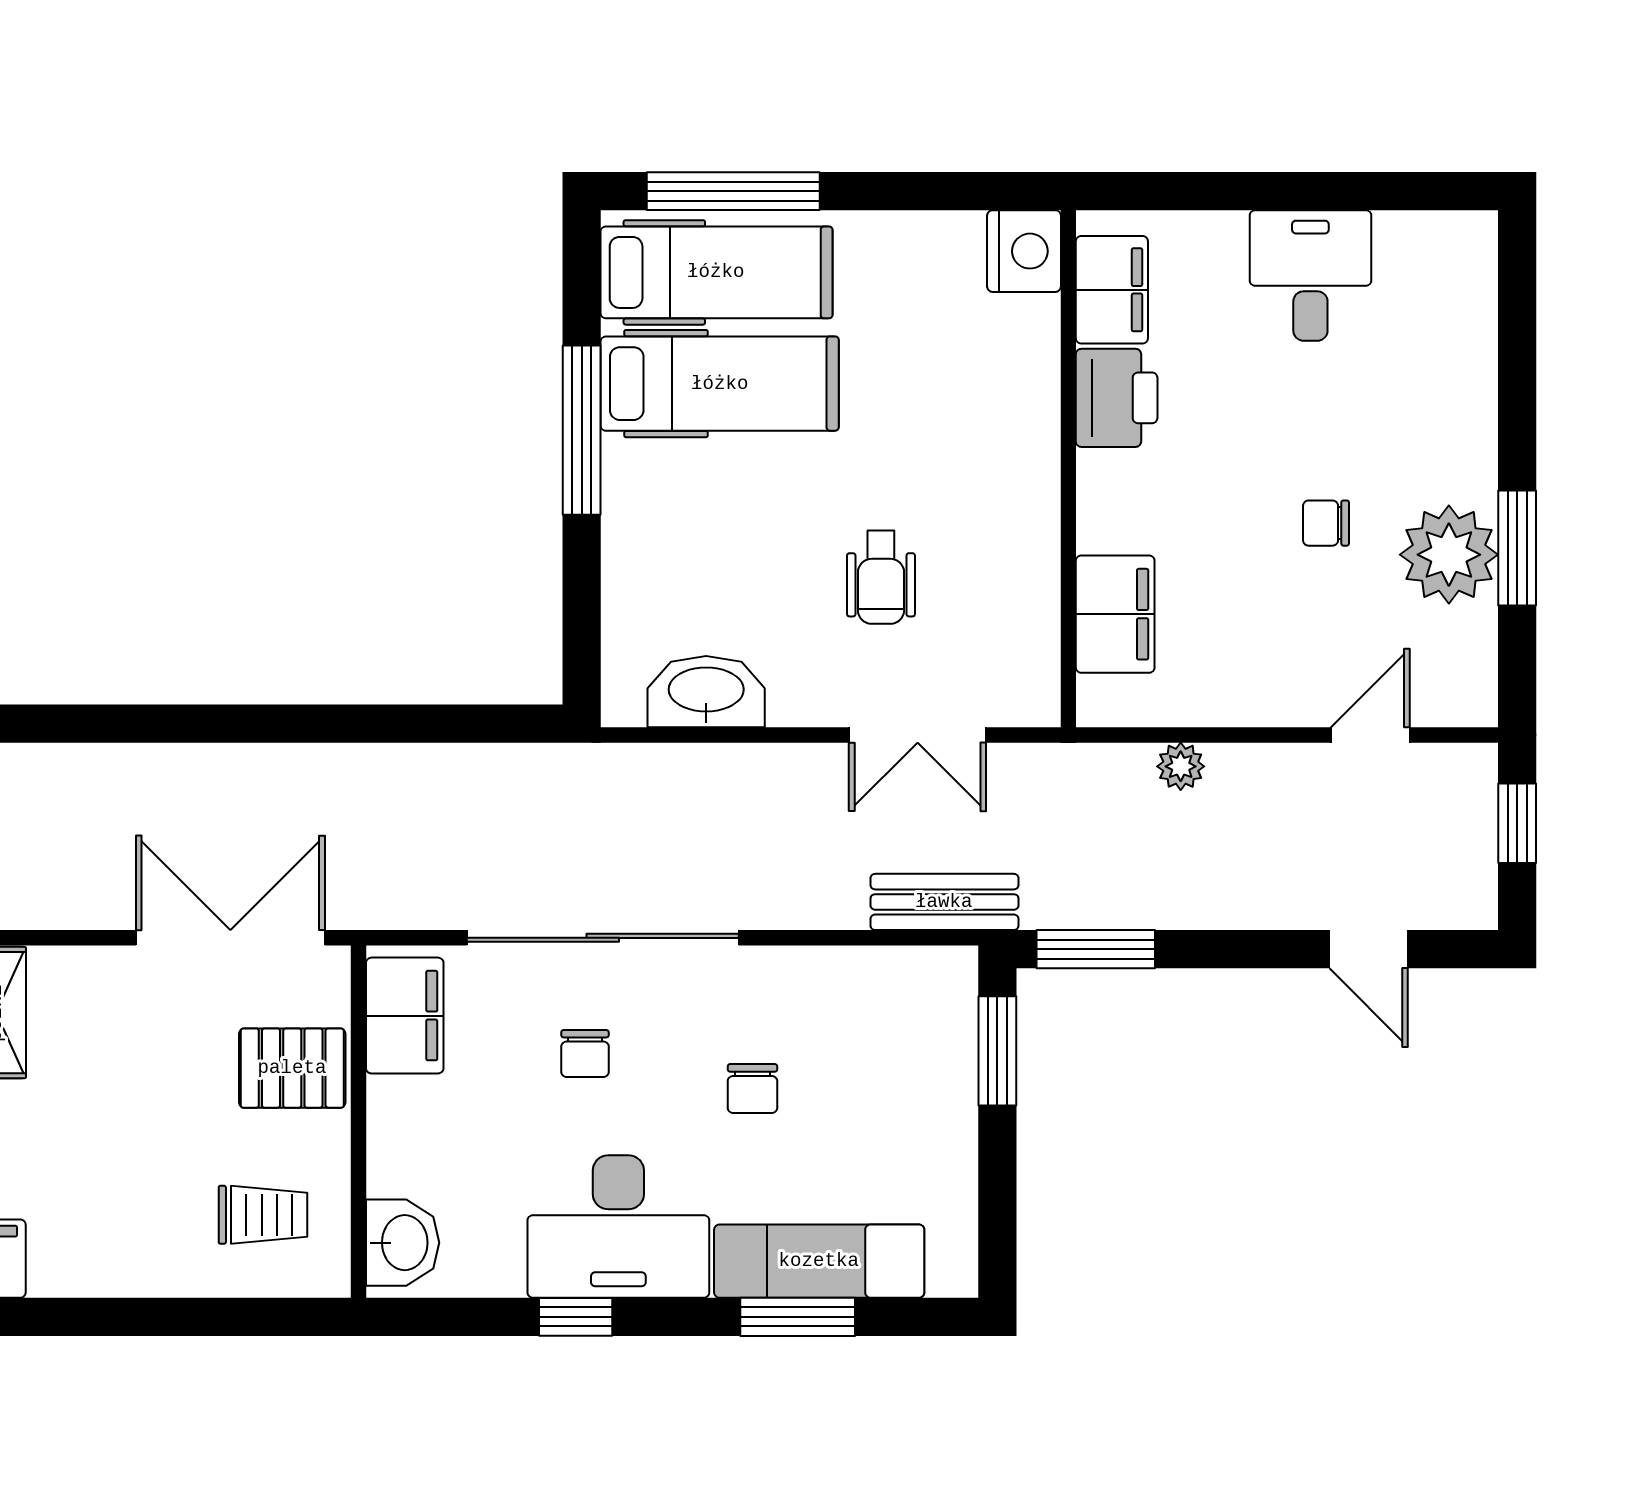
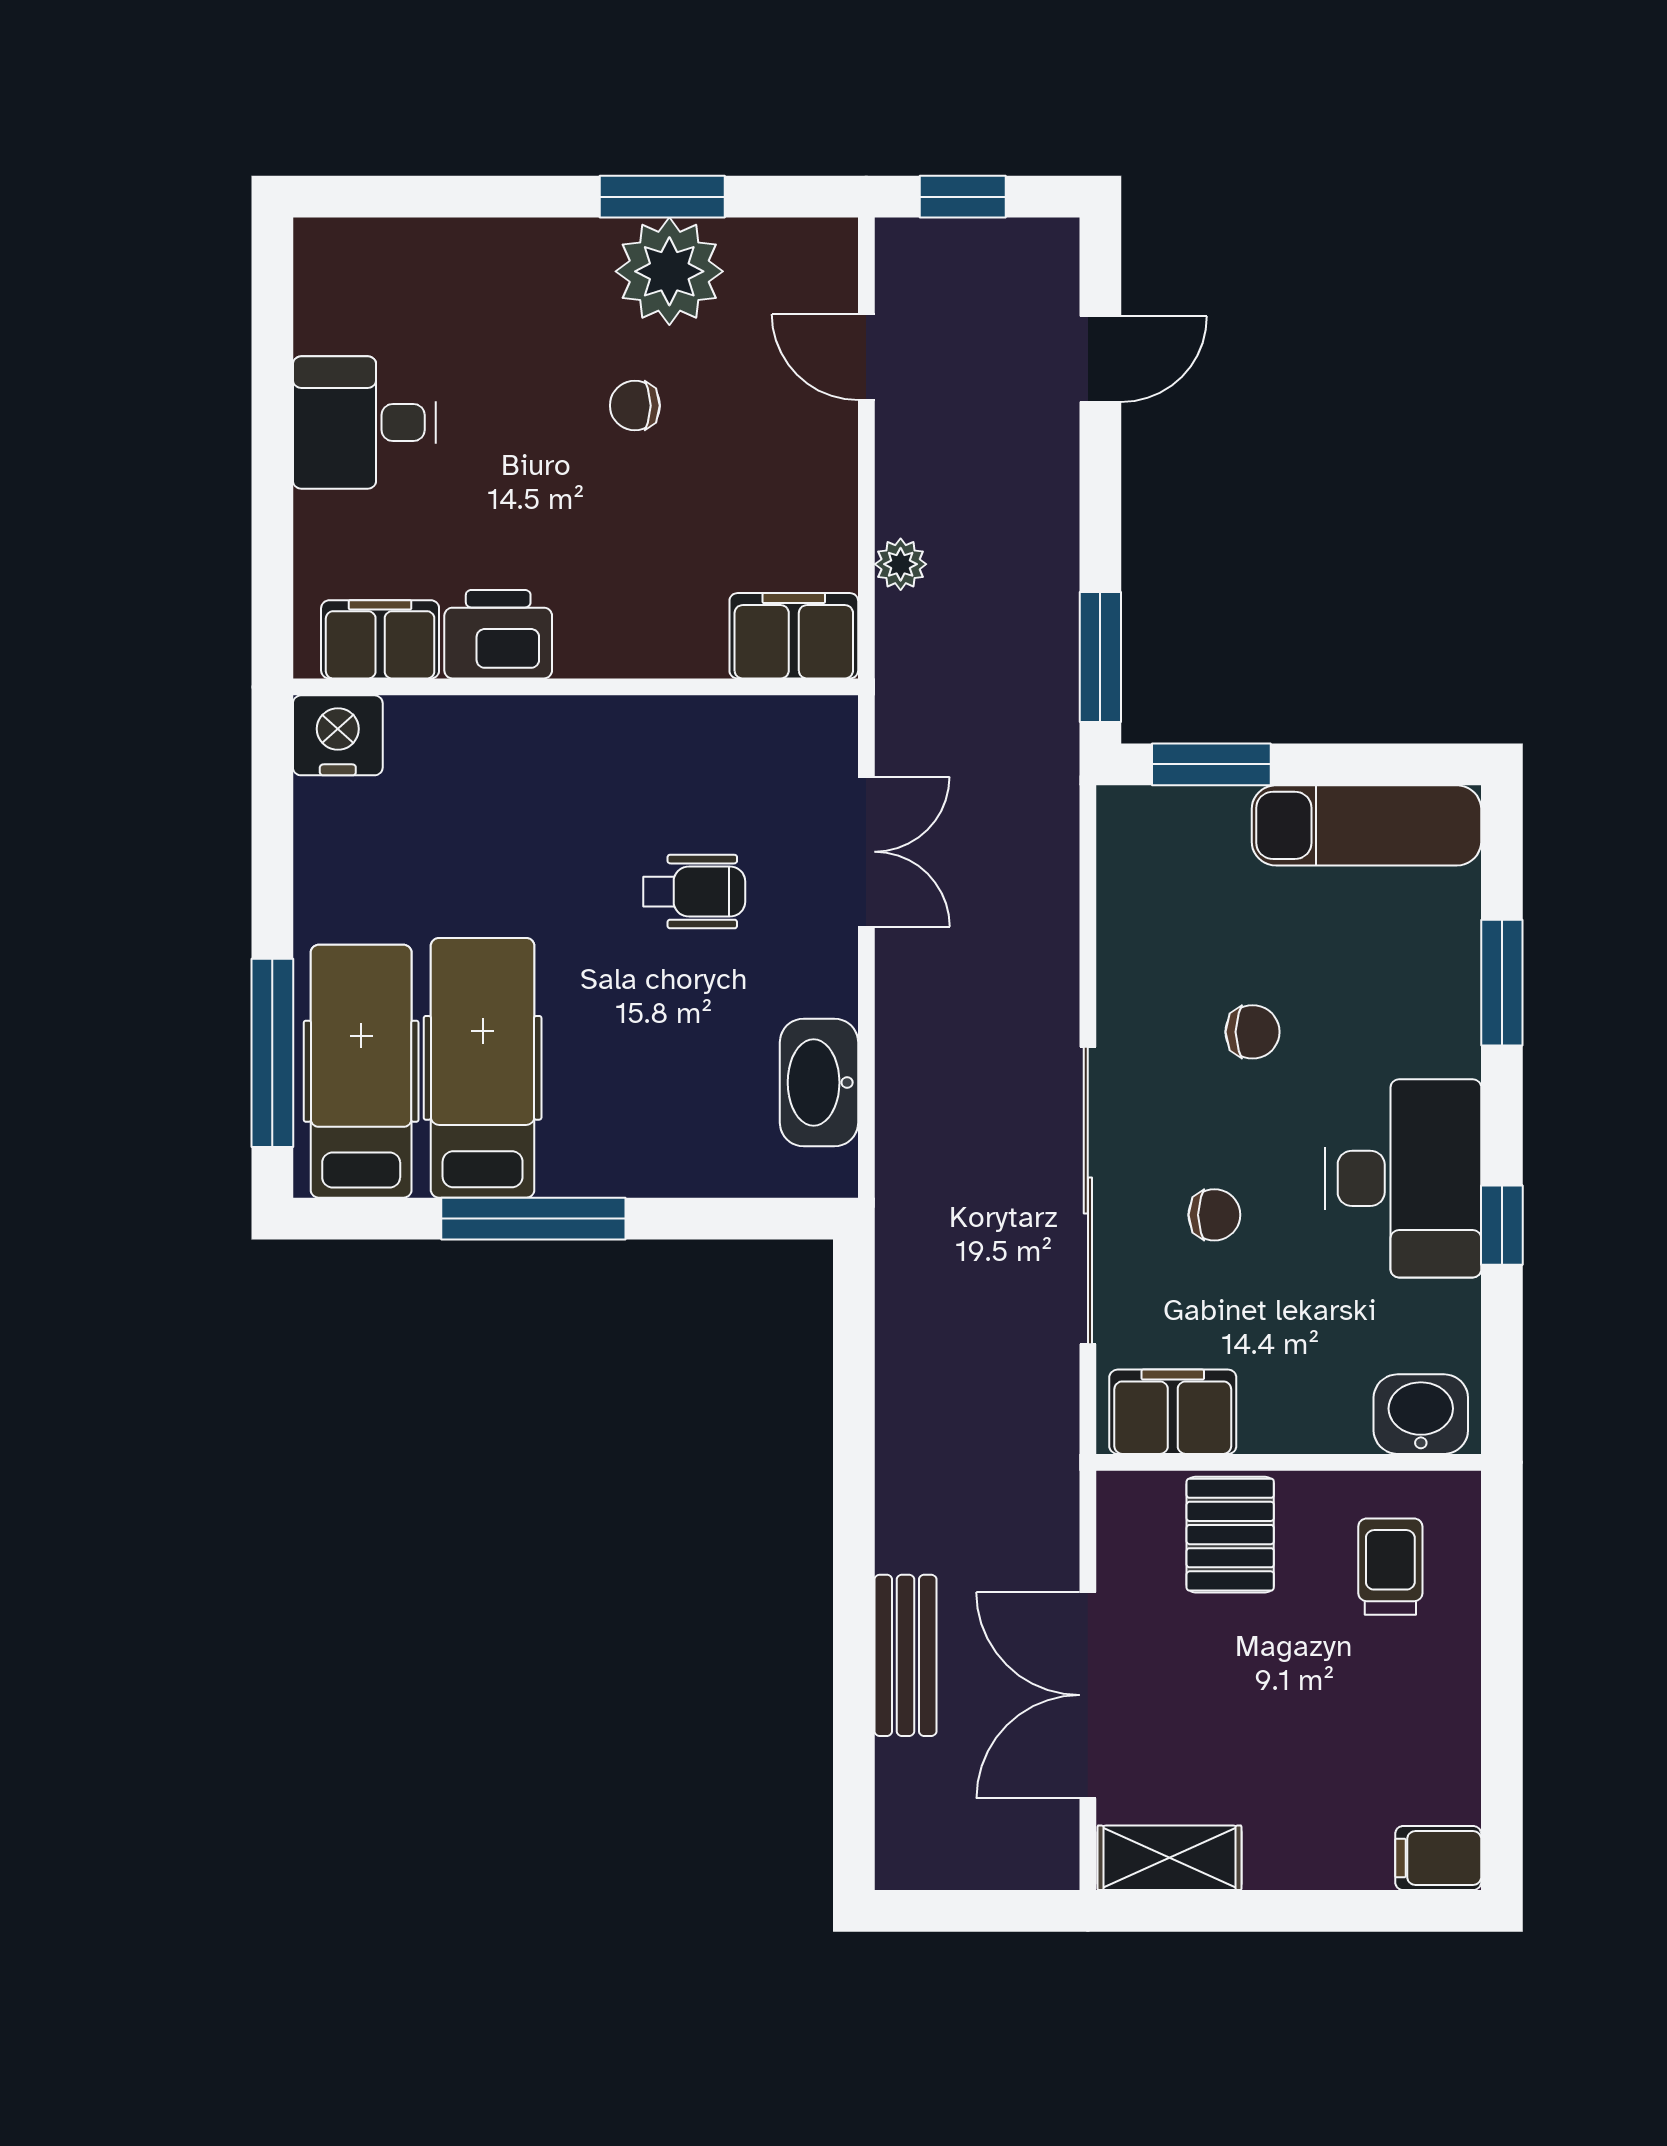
chair: (1326, 523) -> (635, 406), turned 90
filing cabinet: (1115, 614) -> (794, 636), moved
bench: (944, 902) -> (905, 1655), moved
double door: (230, 938) -> (1088, 1695), moved
exam couch: (819, 1261) -> (1366, 825), moved, turned -90

